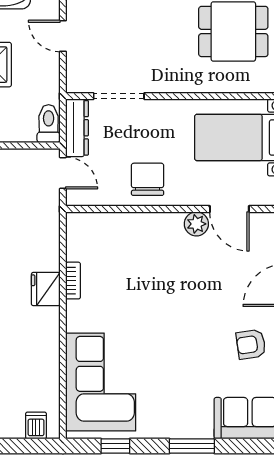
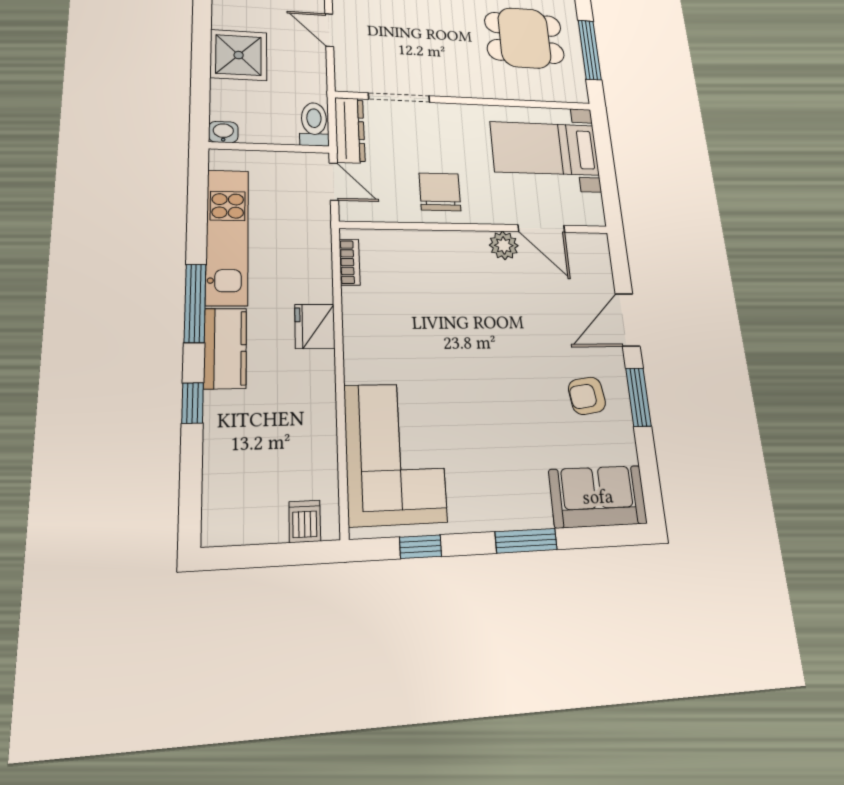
bookcase: (73, 281) -> (350, 262), moved

